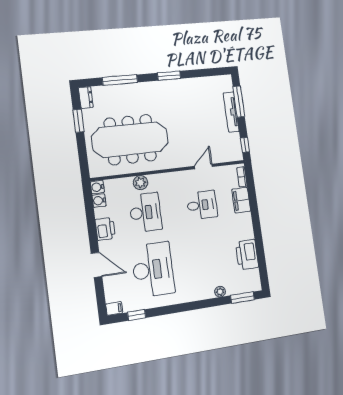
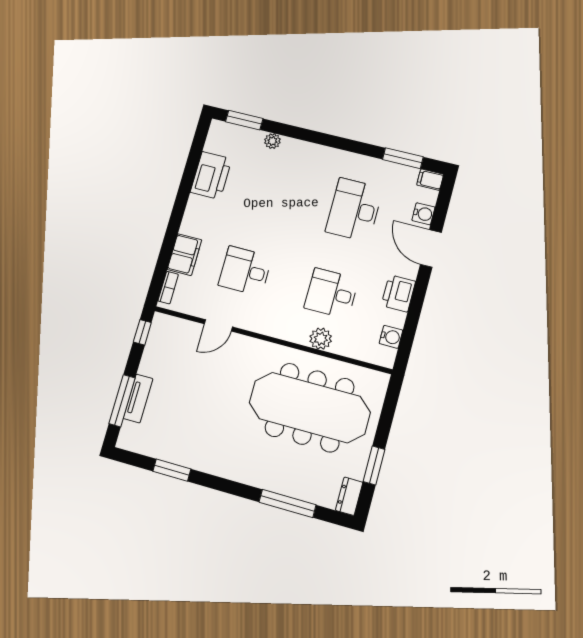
window: (169, 76) -> (172, 470), moved
tv unit: (231, 112) -> (138, 399), width x0.71
water cooler: (97, 187) -> (423, 214), moved
desk: (145, 212) -> (331, 293), width x0.73
desk: (153, 270) -> (354, 210), width x0.73, depth x0.77
window: (137, 315) -> (403, 158), width x1.50

